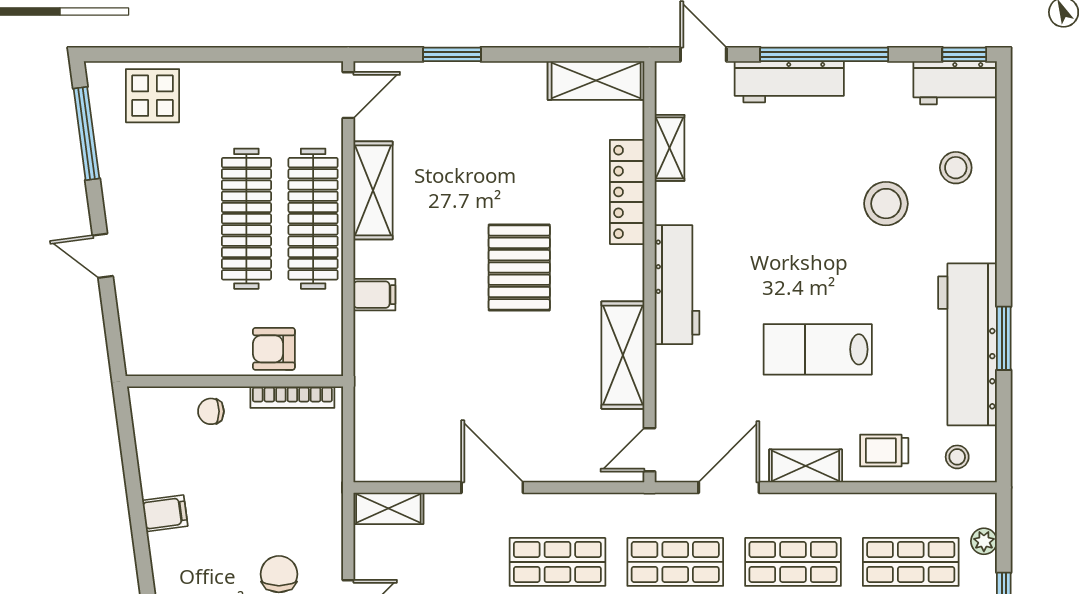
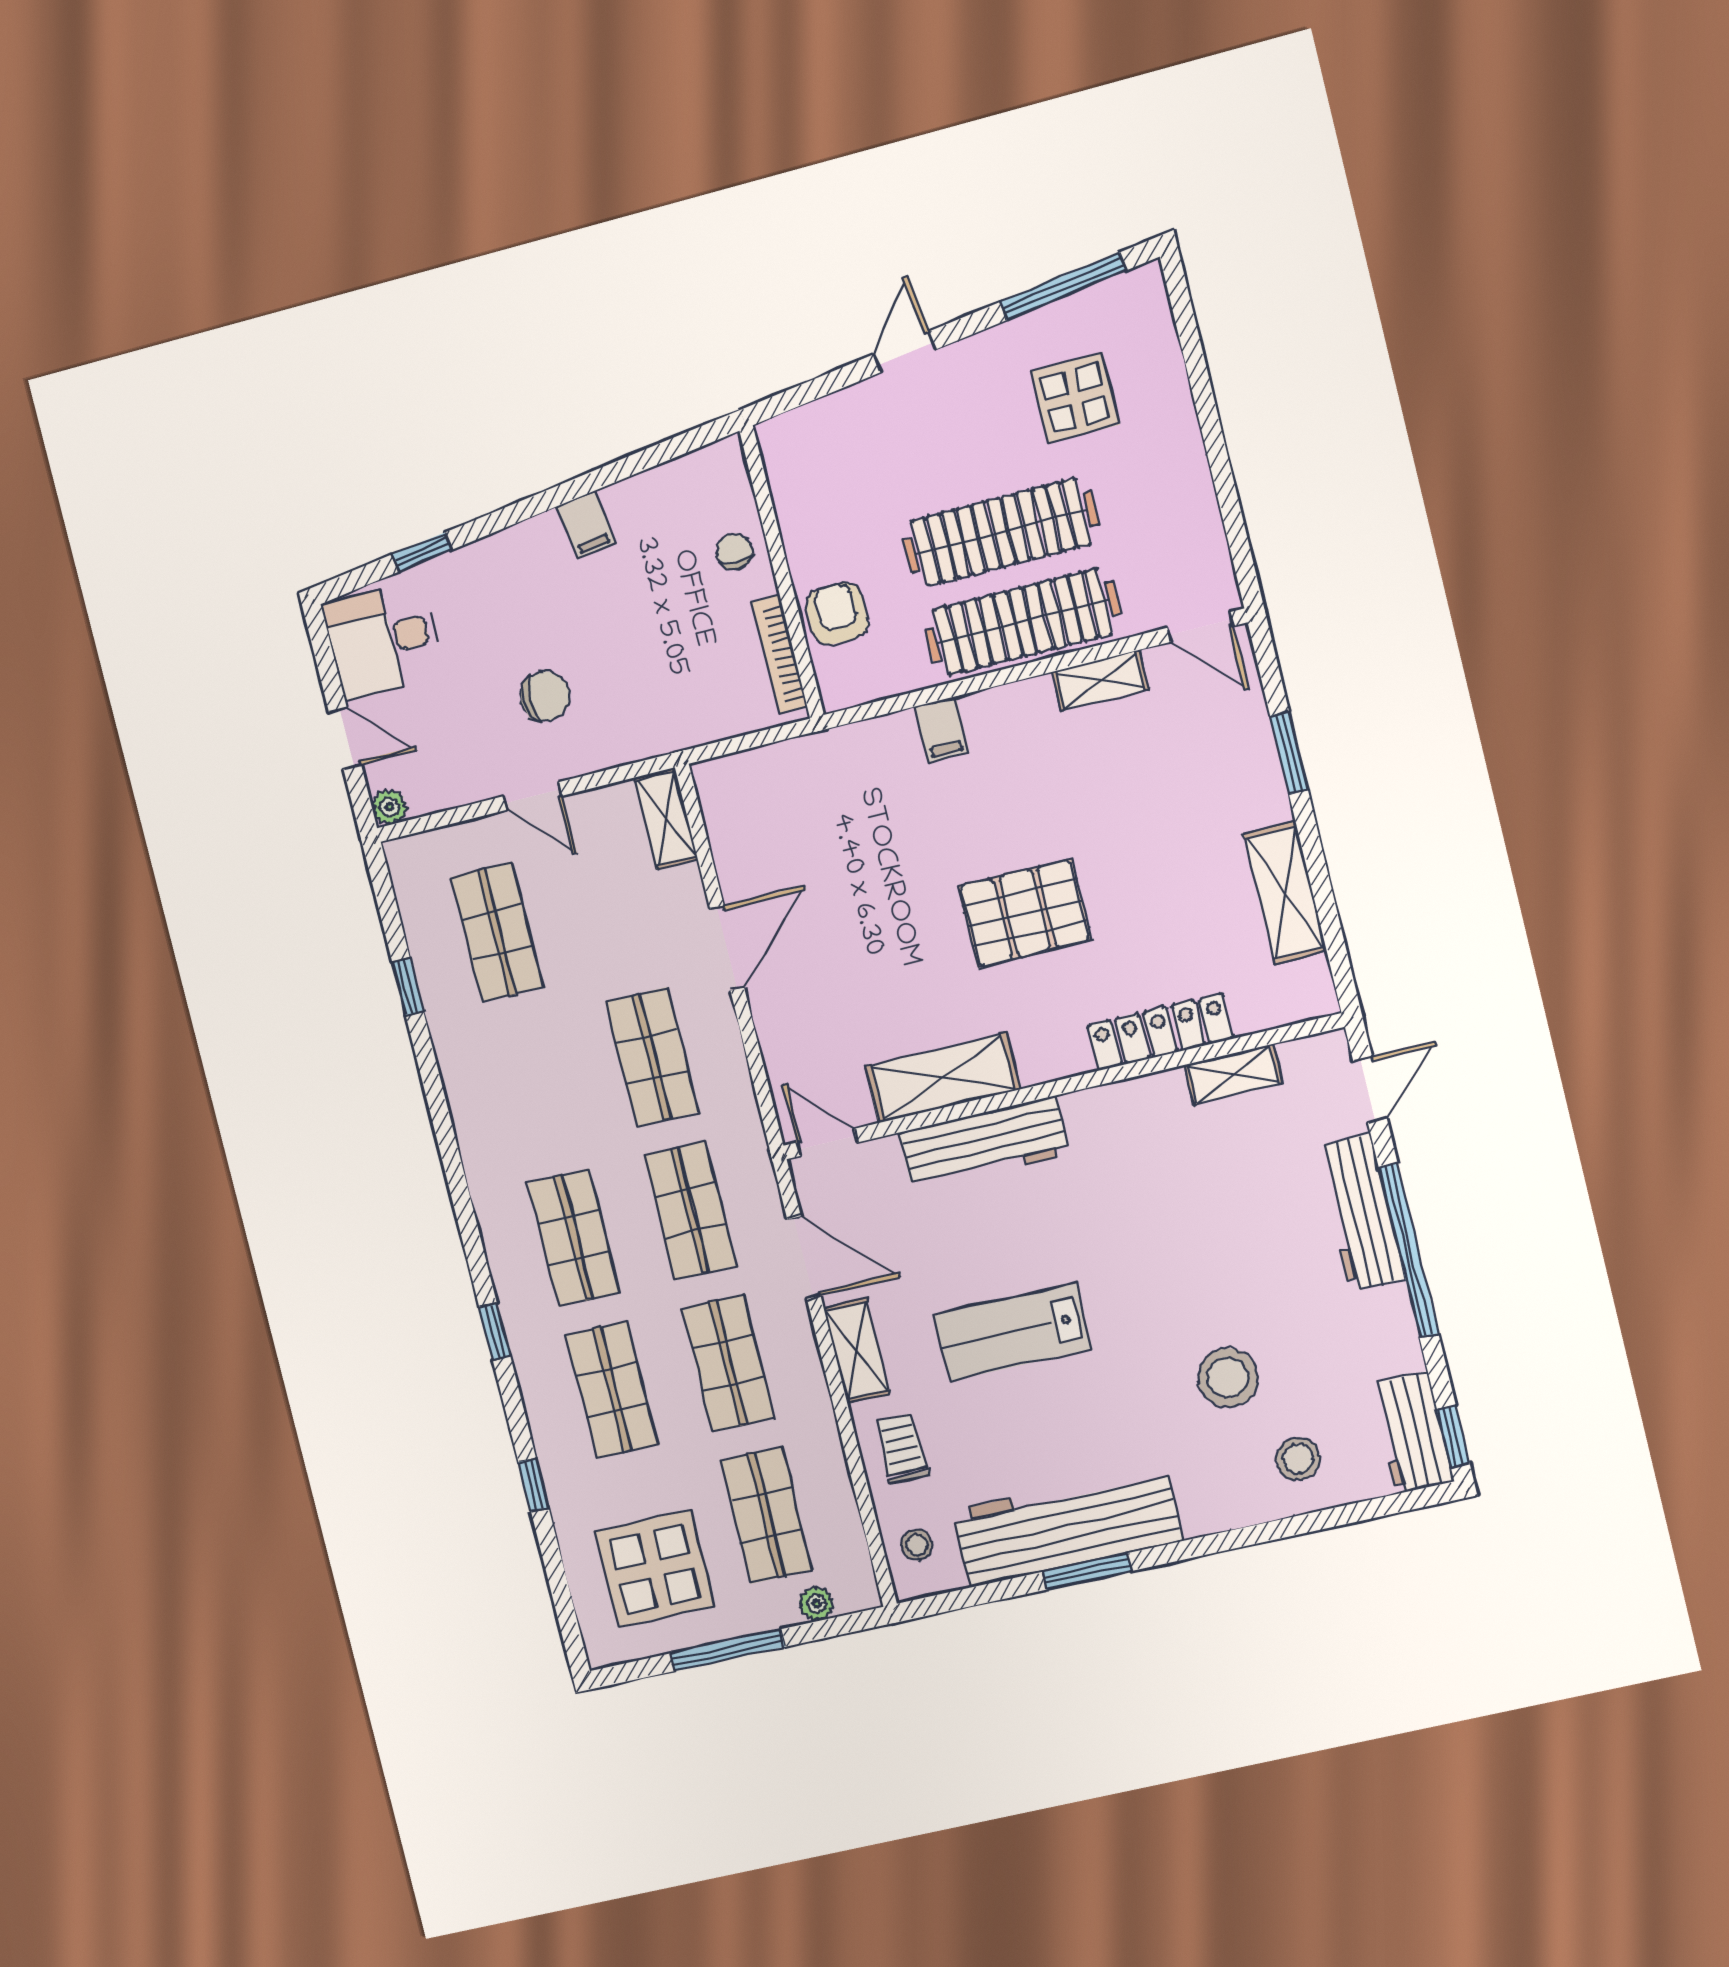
shelving: (596, 81) -> (1285, 893), moved
display table: (152, 96) -> (1075, 398), moved
shelving: (373, 190) -> (1100, 680), width x0.67, depth x0.75
workbench: (677, 285) -> (984, 1144), moved
lab bench: (818, 349) -> (1013, 1332), turned -90

